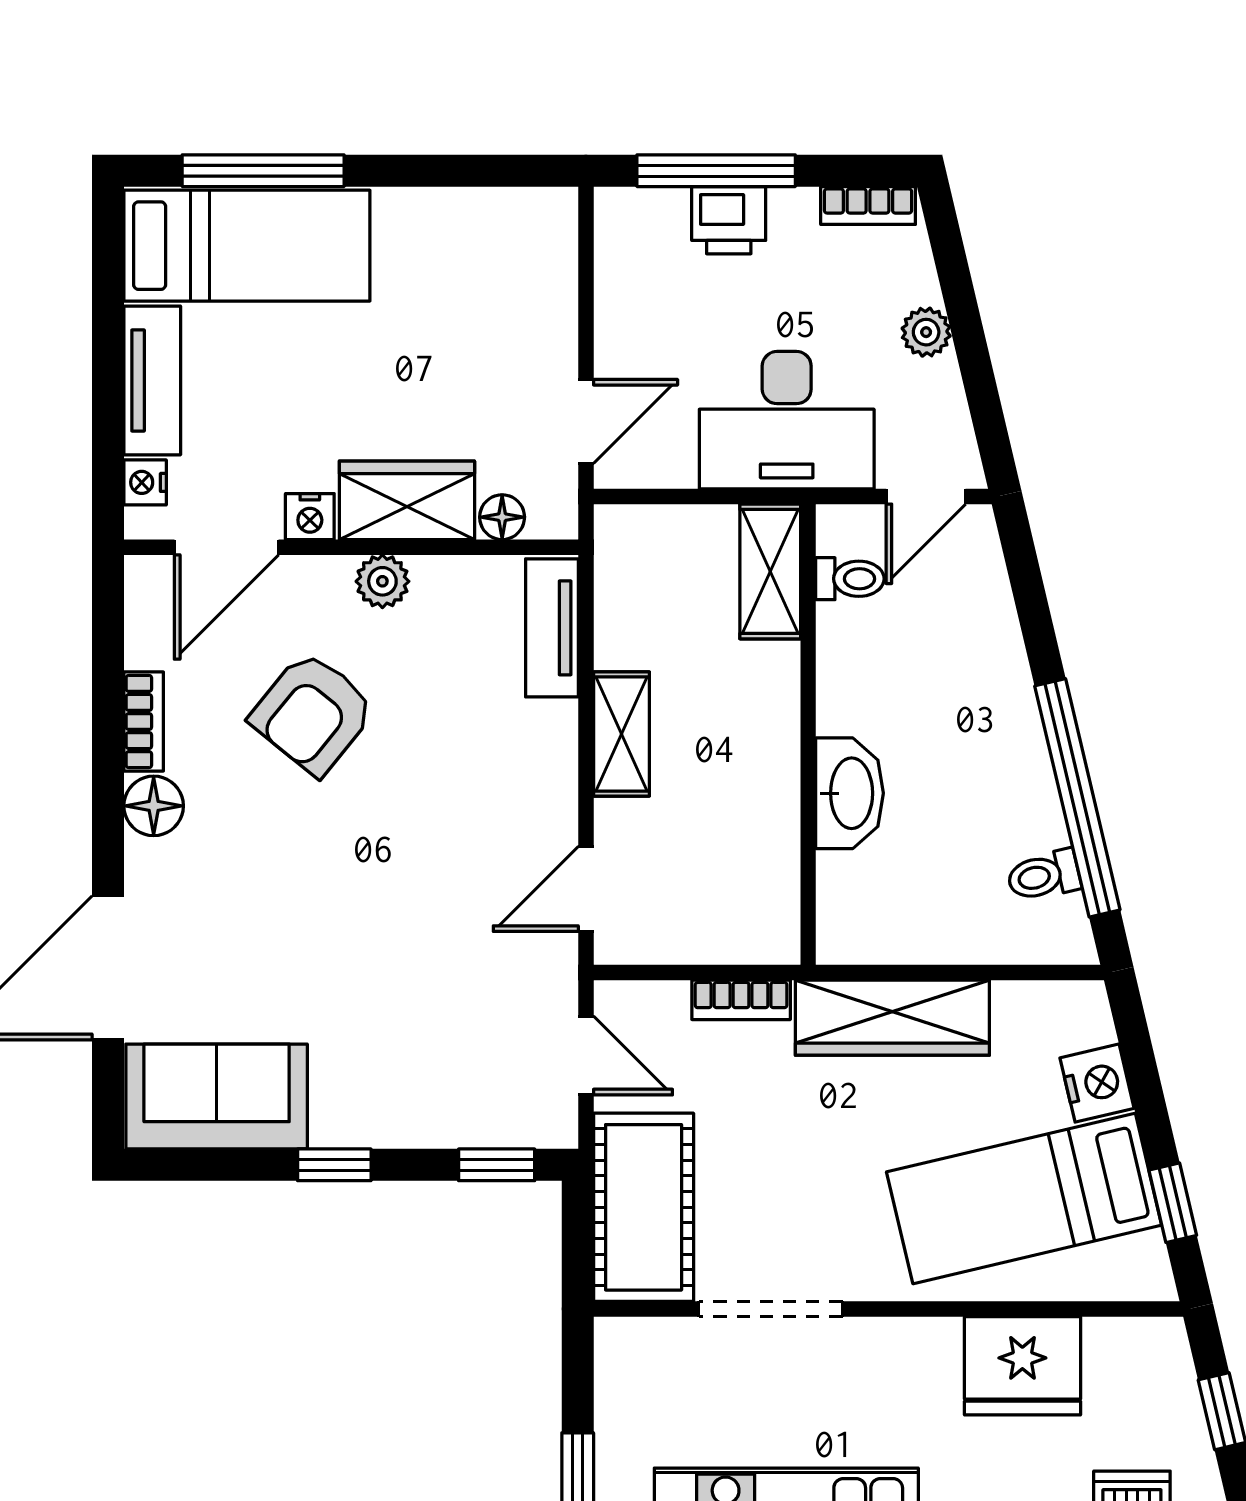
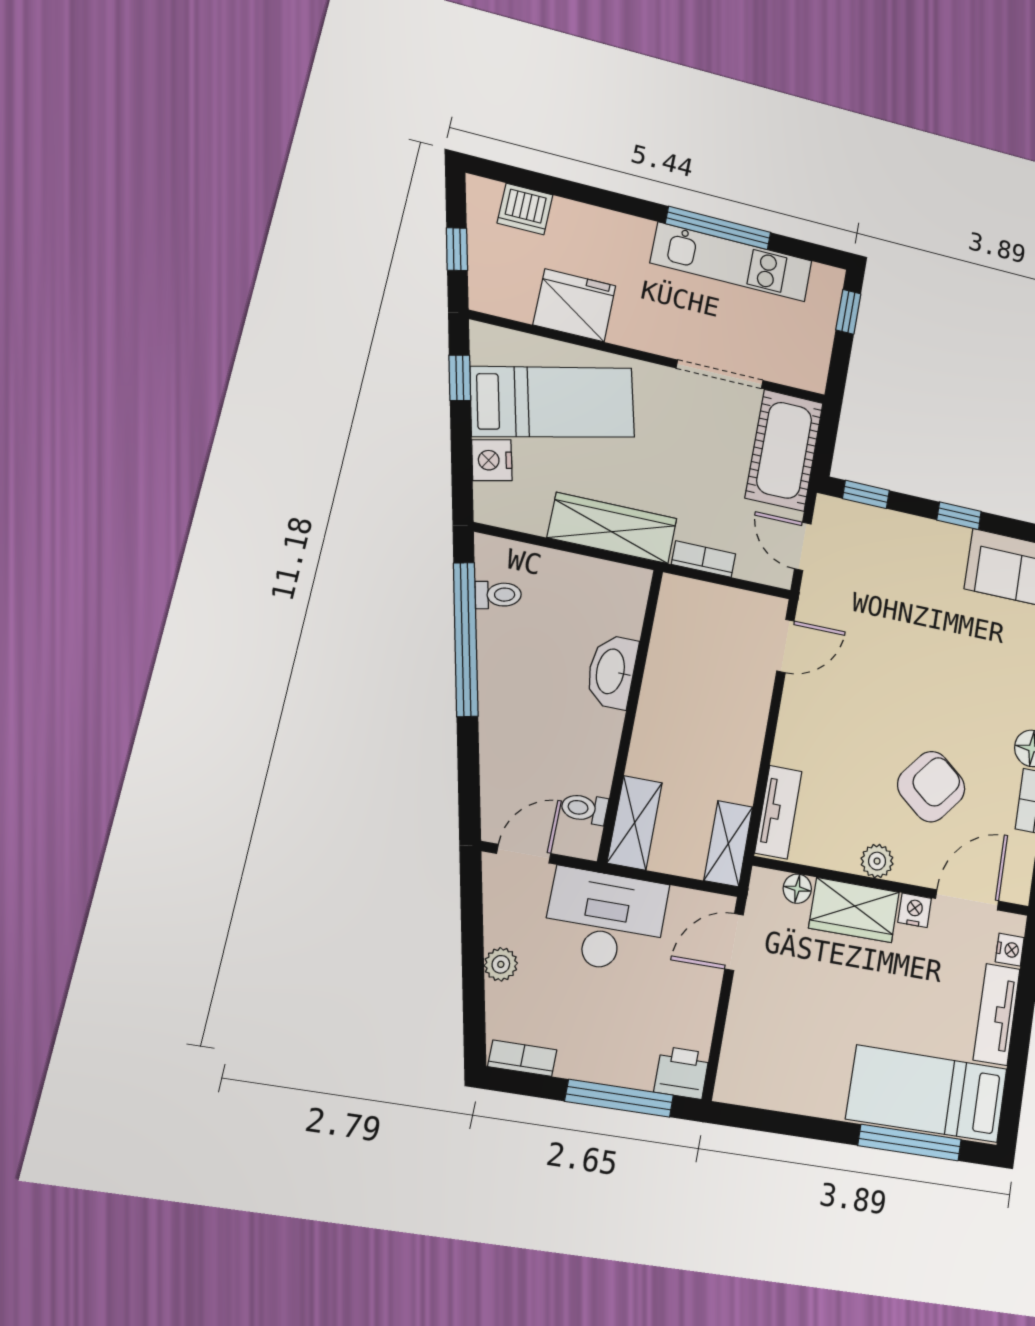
printer: (729, 220) -> (682, 1073), moved
shelving: (621, 734) -> (728, 844), moved

